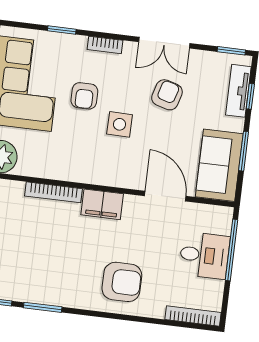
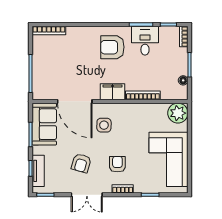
double door: (164, 43) -> (87, 195), swing flipped
armchair: (84, 96) -> (117, 164), moved
side table: (120, 124) -> (104, 125), moved
door: (165, 196) -> (75, 101), width x1.36
desk: (204, 255) -> (145, 41), moved, turned 90
armchair: (122, 282) -> (112, 47), moved

